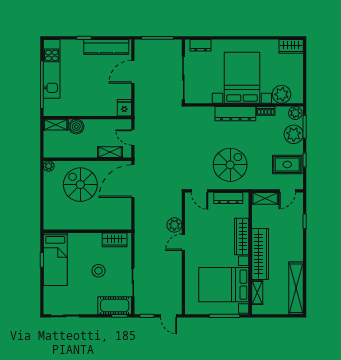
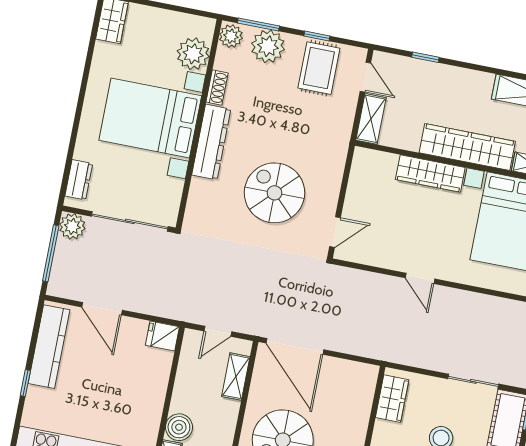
spiral stairs: (230, 165) -> (274, 193), moved
dresser: (228, 198) -> (358, 184), removed
plant: (174, 225) -> (72, 226), moved

